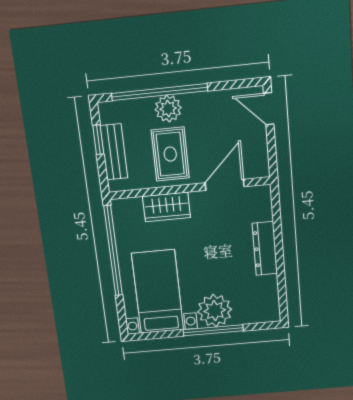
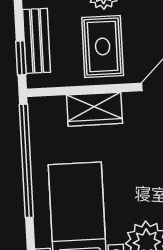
window: (98, 140) -> (21, 58), moved

